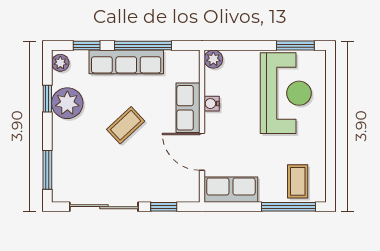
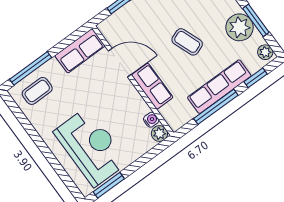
reception desk: (286, 93) -> (91, 147), turned 180
window: (47, 99) -> (256, 20), width x1.50
water cooler: (212, 104) -> (151, 120), moved
coffee table: (126, 125) -> (187, 42), turned -68
coffee table: (298, 181) -> (37, 91), turned 90

